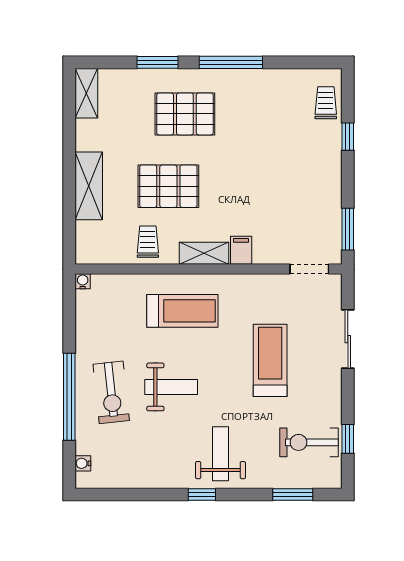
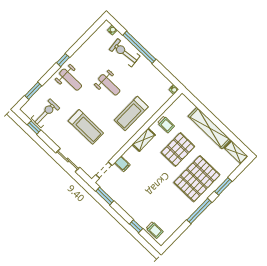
pallet: (185, 114) -> (197, 179), width x1.37, depth x1.41
shelving: (89, 186) -> (209, 128), width x1.47
filing cabinet: (241, 250) -> (122, 164), moved
weight bench: (171, 387) -> (109, 85), turned -90
exercise bike: (111, 392) -> (125, 53), moved

